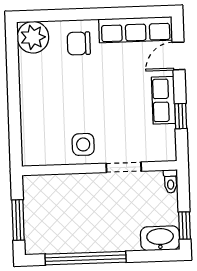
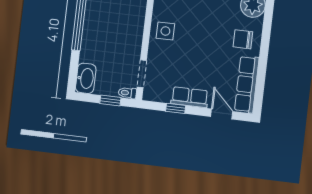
chair: (79, 43) -> (243, 39), turned -90
doorway: (124, 167) -> (142, 74), moved
window: (185, 225) -> (110, 100), moved

